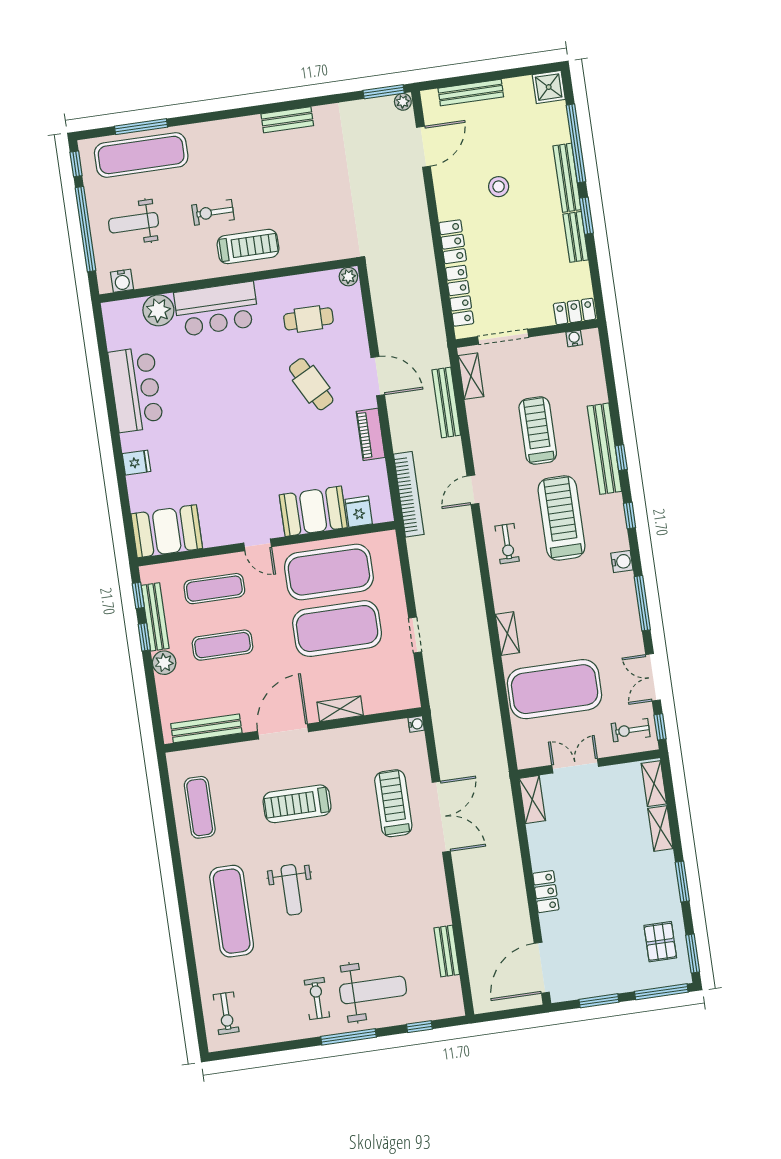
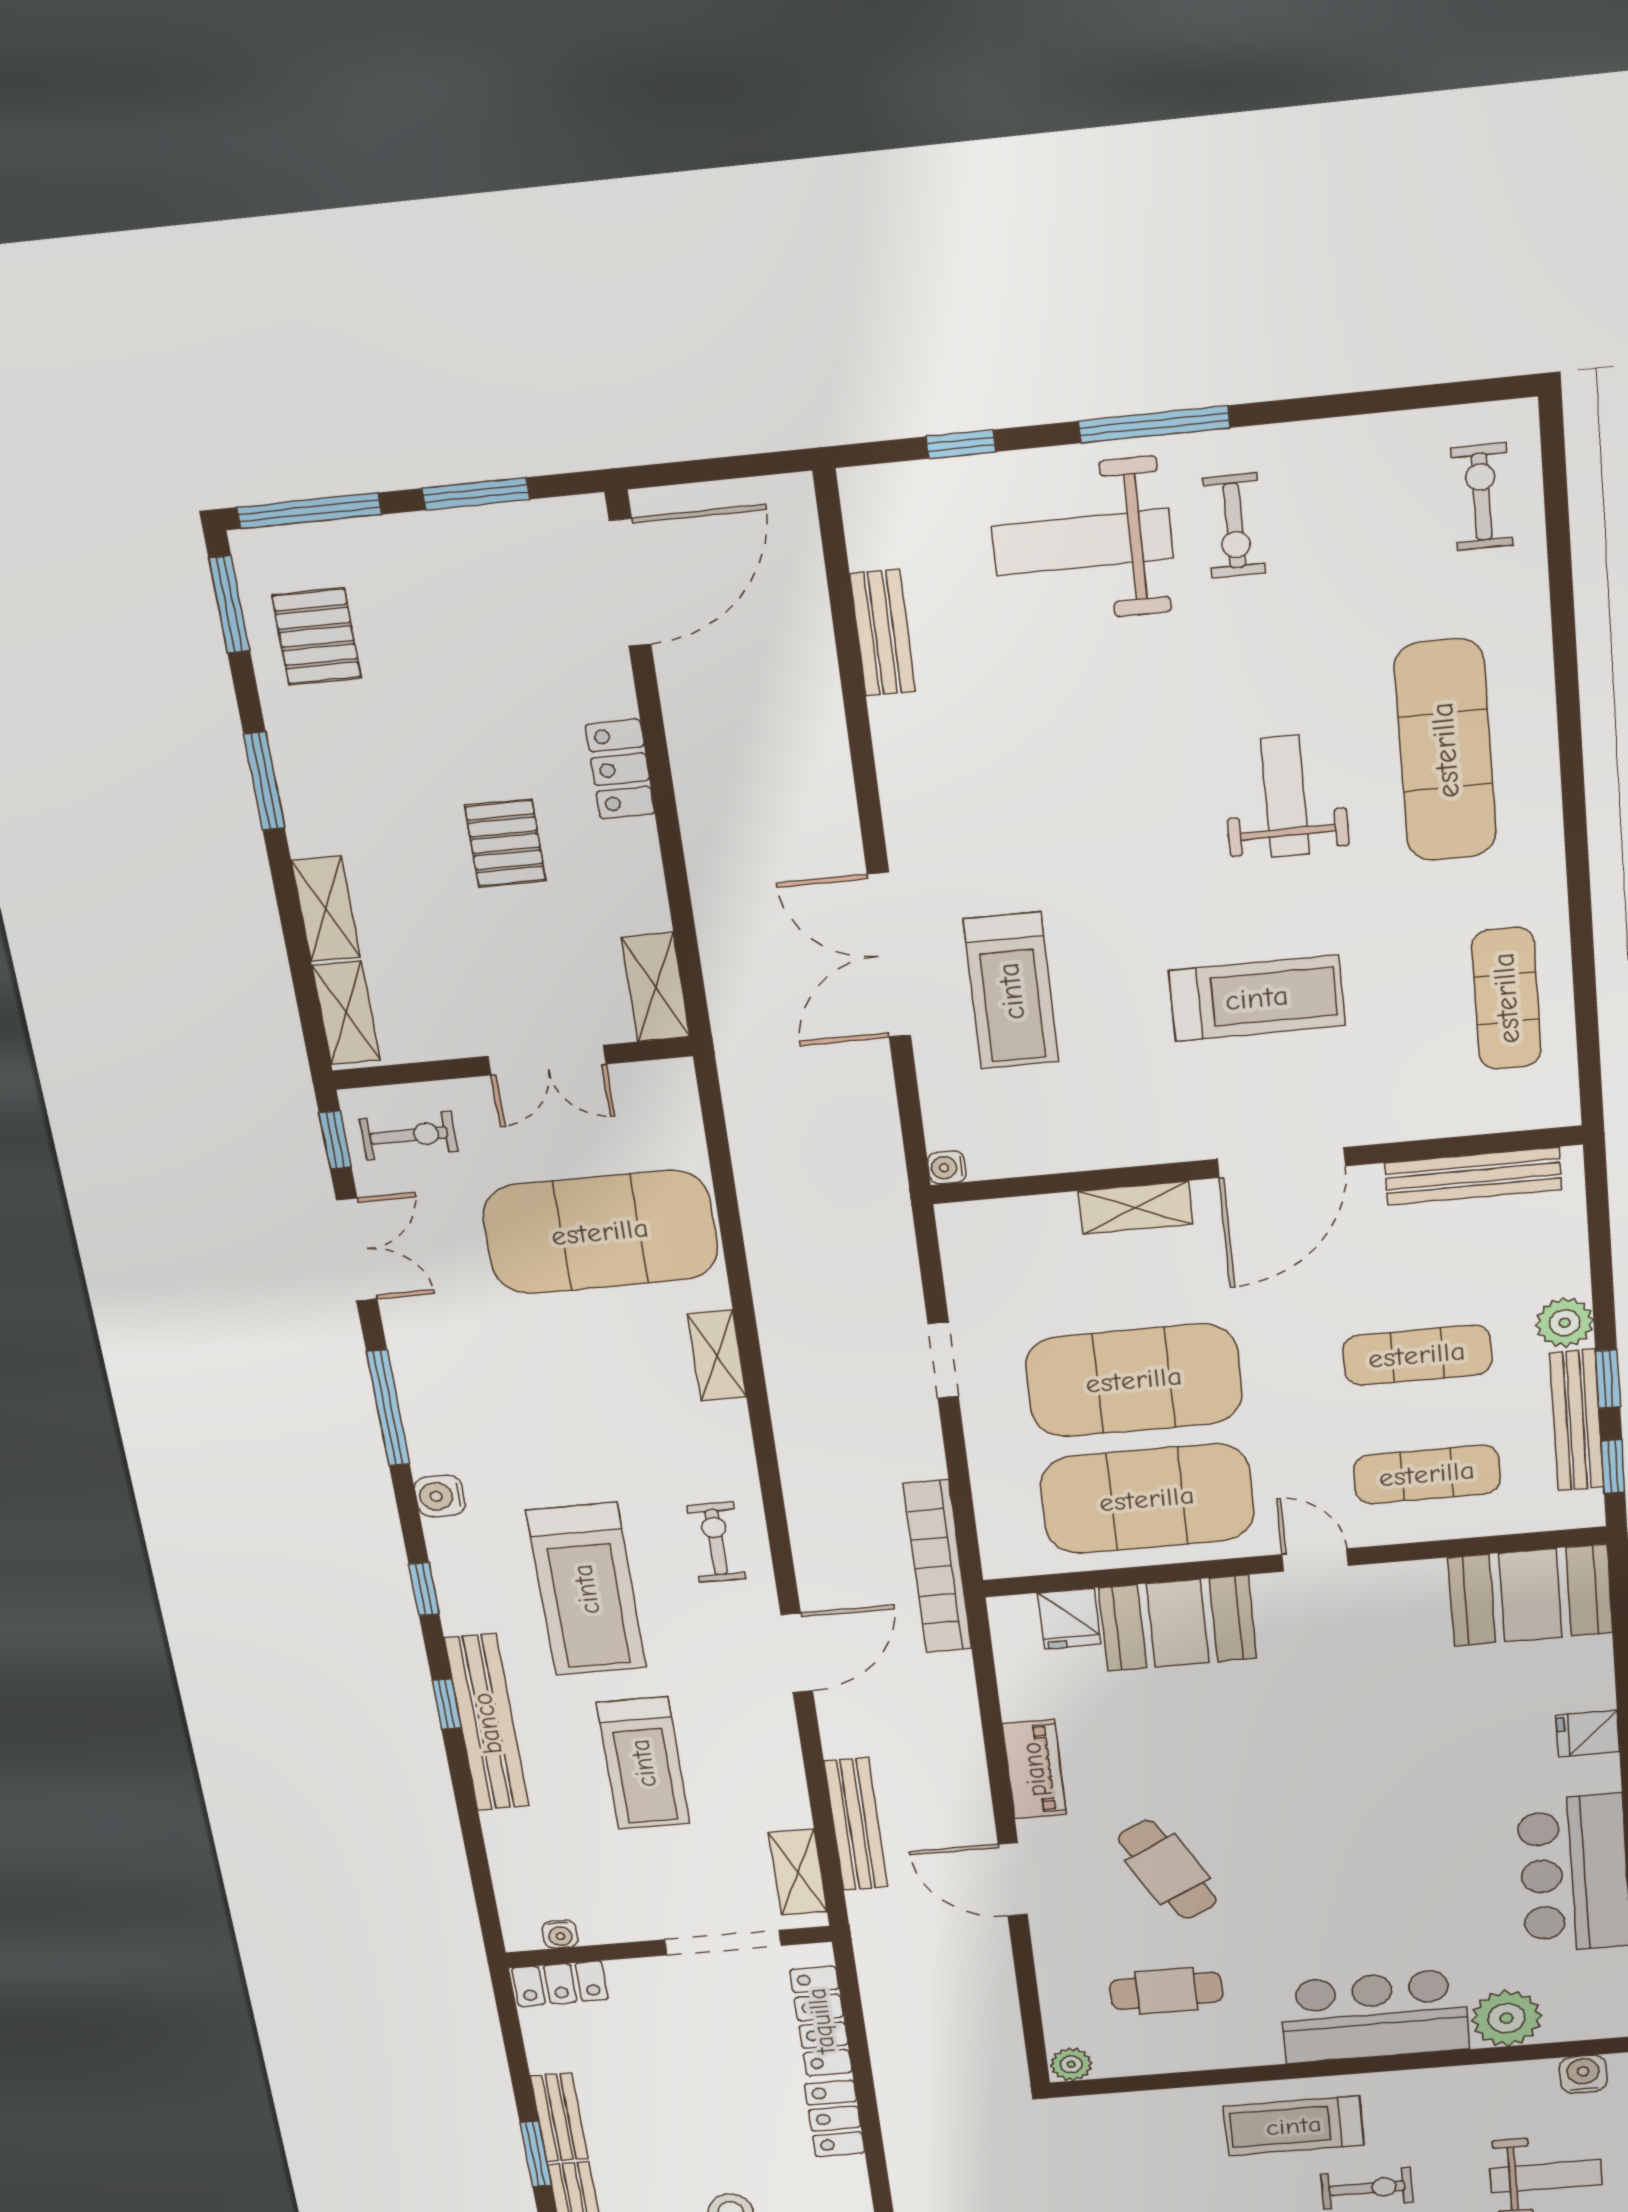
door: (473, 490) -> (797, 1653), width x1.38
bookcase: (409, 494) -> (938, 1567), moved
pallet: (590, 859) -> (505, 843), added

